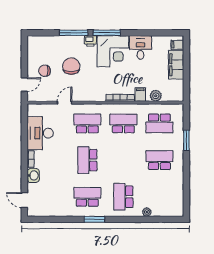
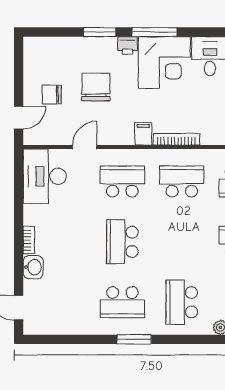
window: (74, 33) -> (100, 32), width x0.69
filing cabinet: (140, 95) -> (143, 134), moved
desk: (40, 133) -> (45, 176), moved
school desk: (87, 197) -> (122, 302), turned 180

